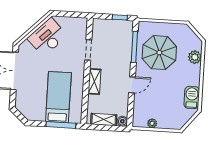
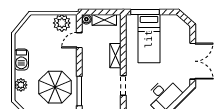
door: (132, 85) -> (79, 40), moved
barbecue: (192, 97) -> (21, 59), moved
plant: (152, 123) -> (62, 23), width x1.88, depth x1.88

